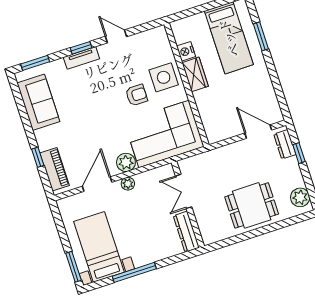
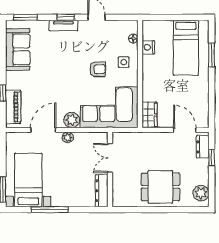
floor lamp: (166, 47) -> (133, 39), added
wardrobe: (195, 74) -> (150, 115), moved
side table: (164, 77) -> (124, 62), width x0.54, depth x0.54

